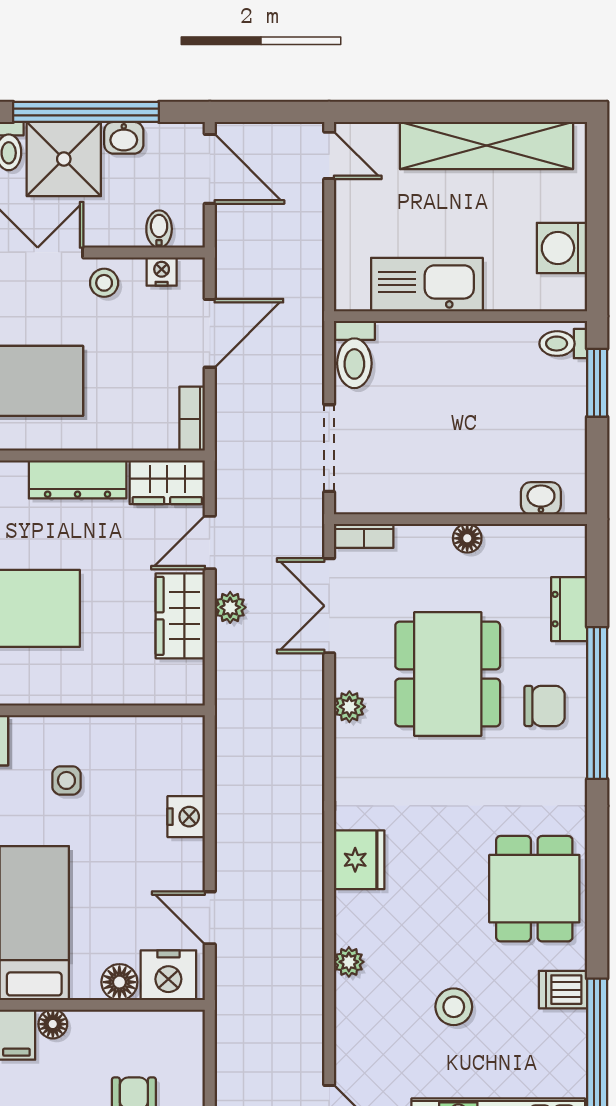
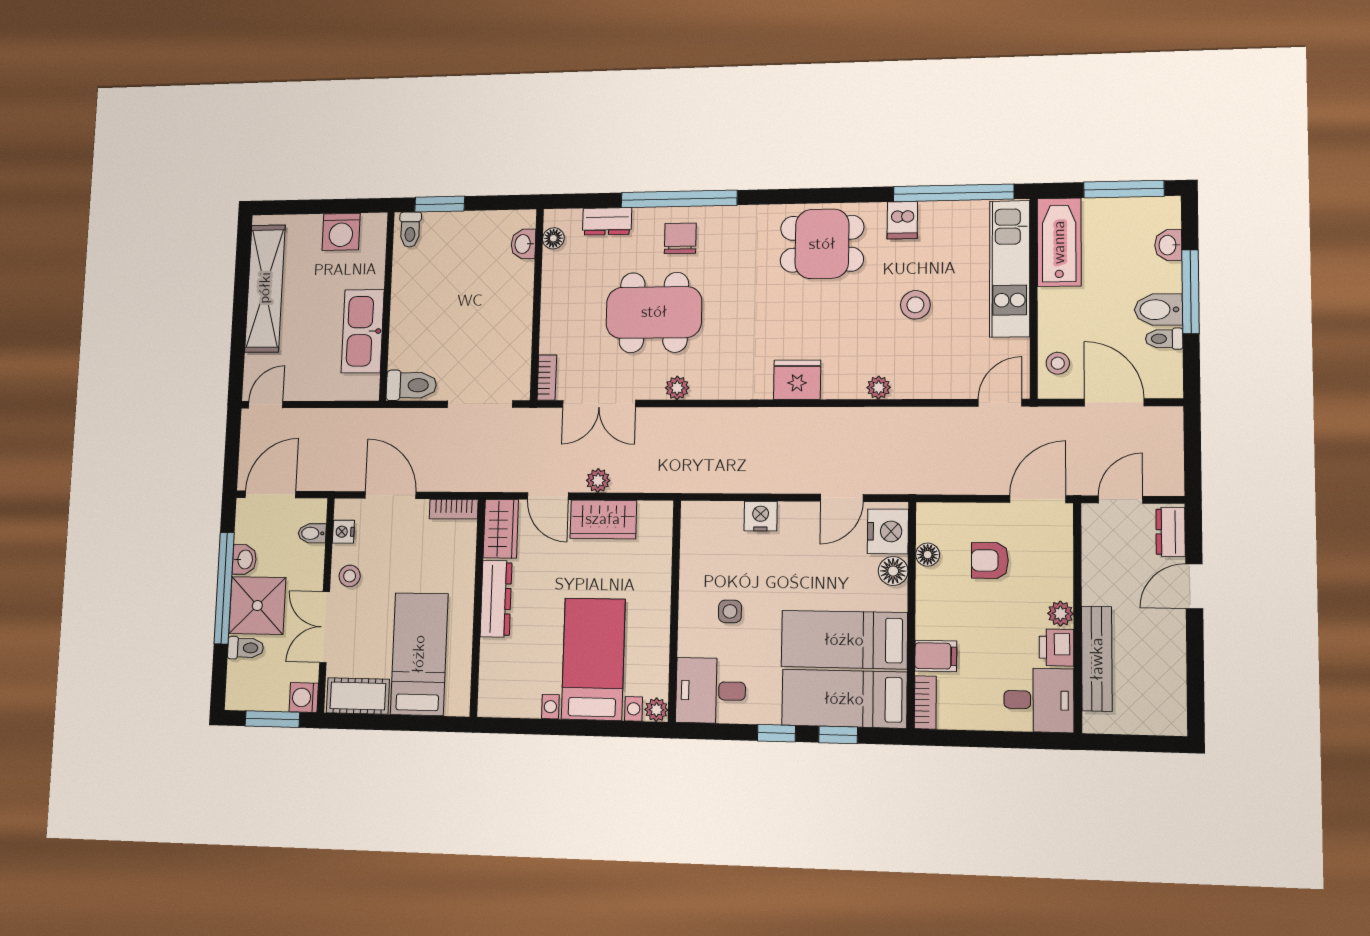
floor lamp: (467, 538) -> (553, 238), moved
floor lamp: (53, 1024) -> (928, 555), moved

